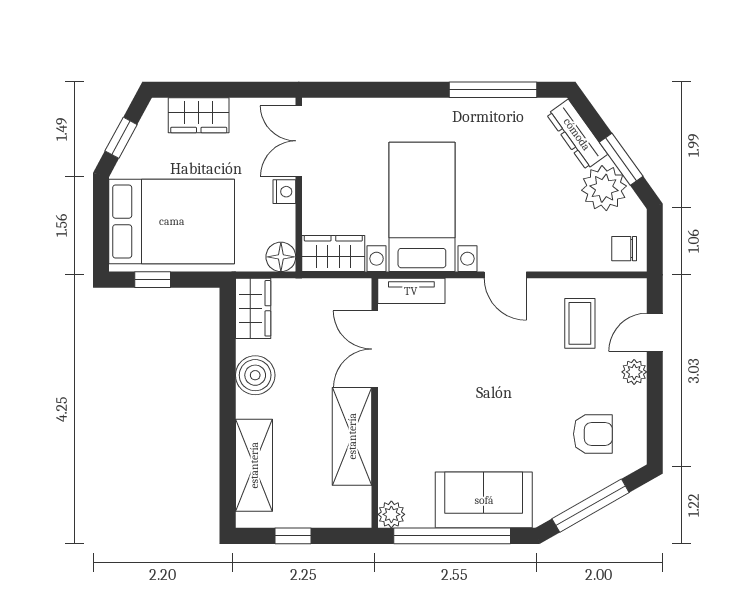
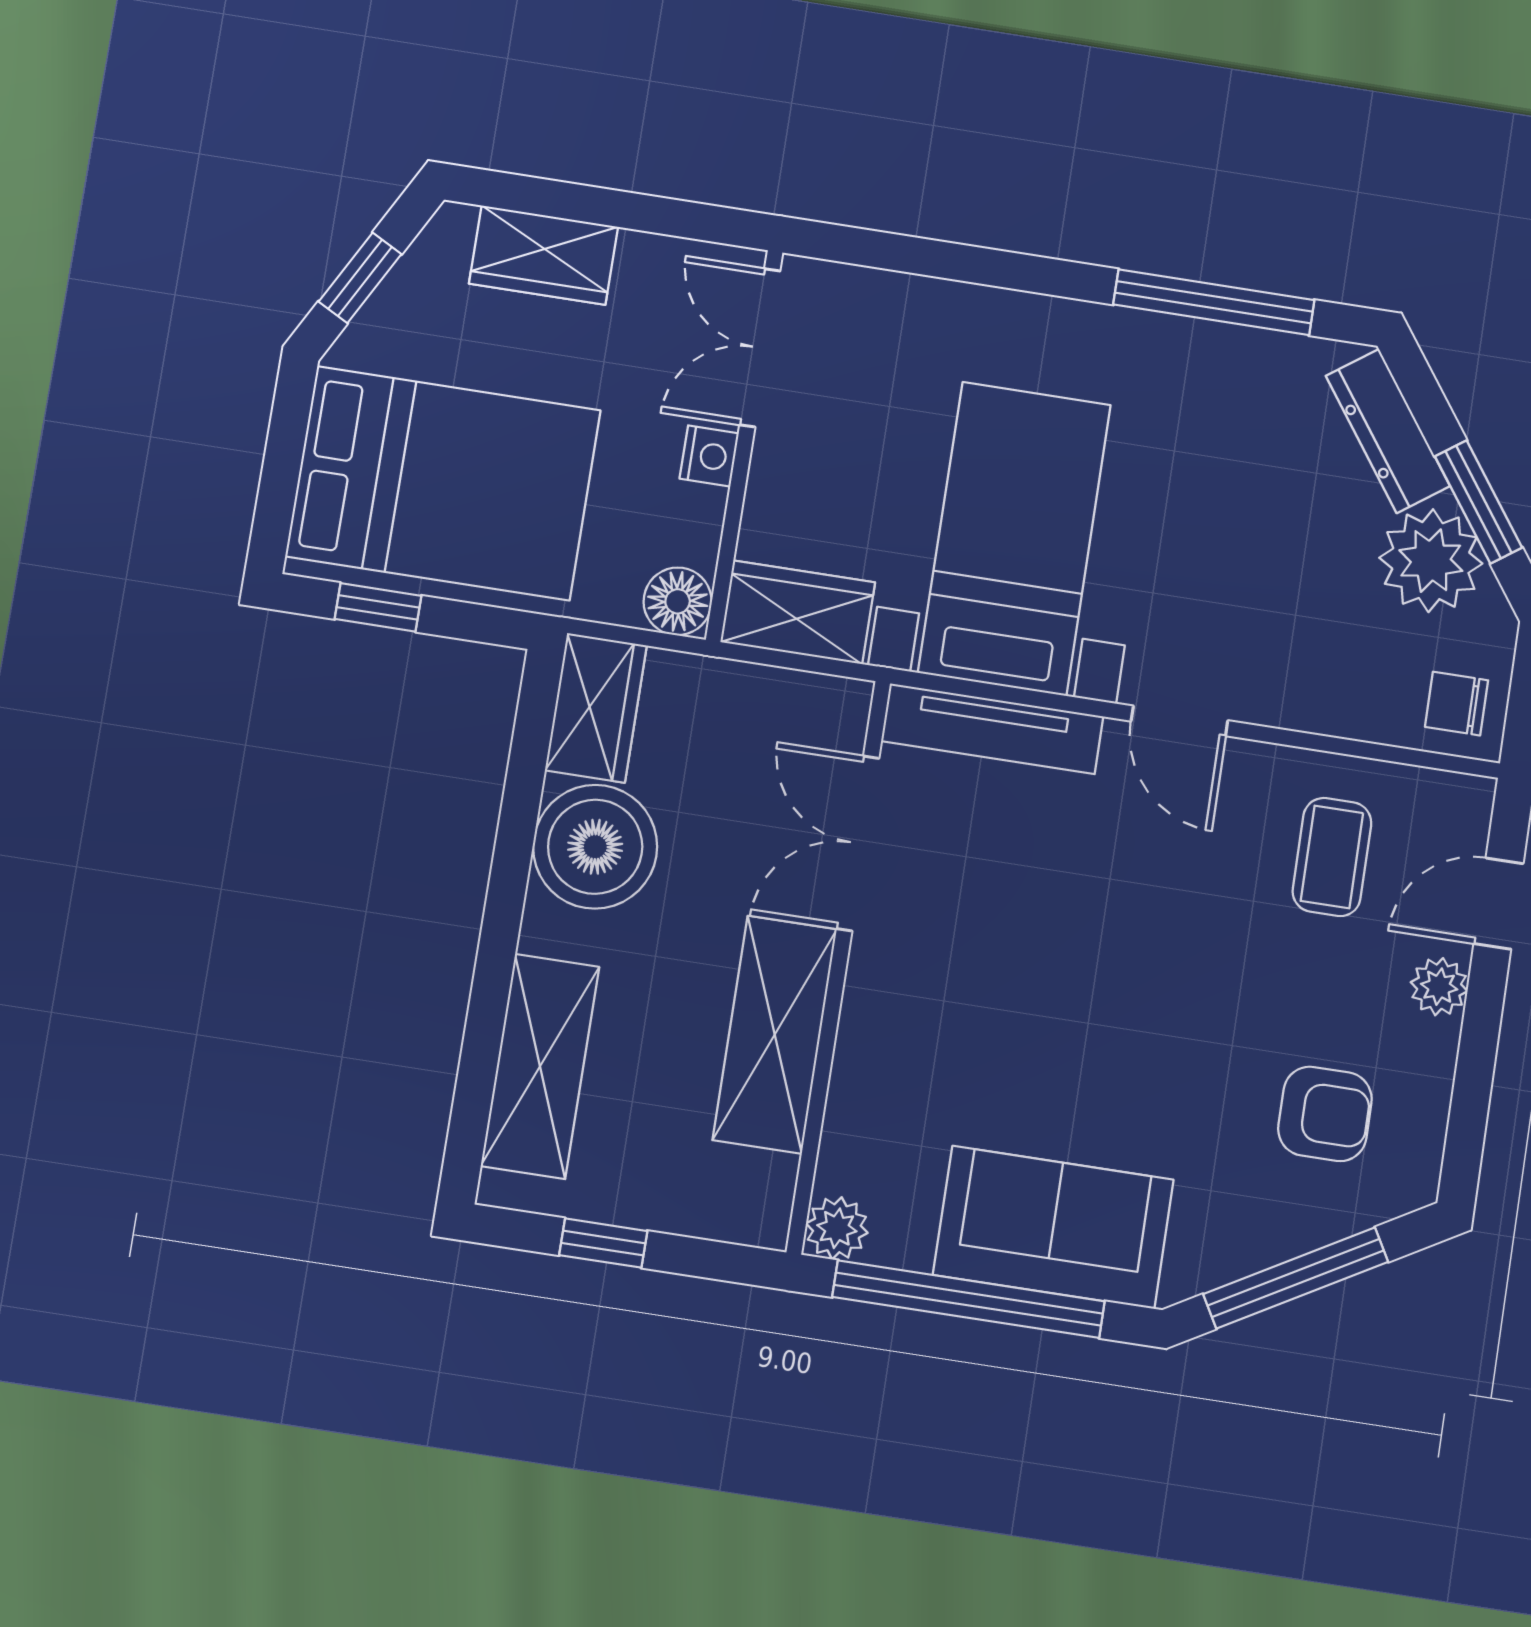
tv unit: (411, 291) -> (992, 729), width x1.41
boiler: (255, 375) -> (595, 847), width x1.37, depth x1.37

